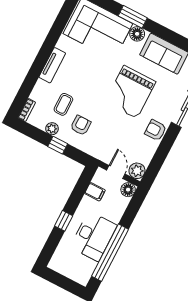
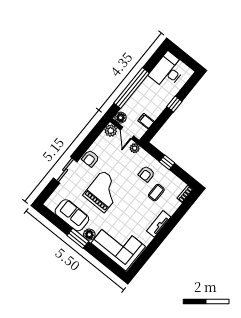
window: (133, 17) -> (78, 238), moved
plant: (52, 129) -> (135, 148), moved
armchair: (156, 130) -> (90, 158), turned 90
desk: (94, 236) -> (168, 71), moved
window: (110, 253) -> (131, 88), moved

